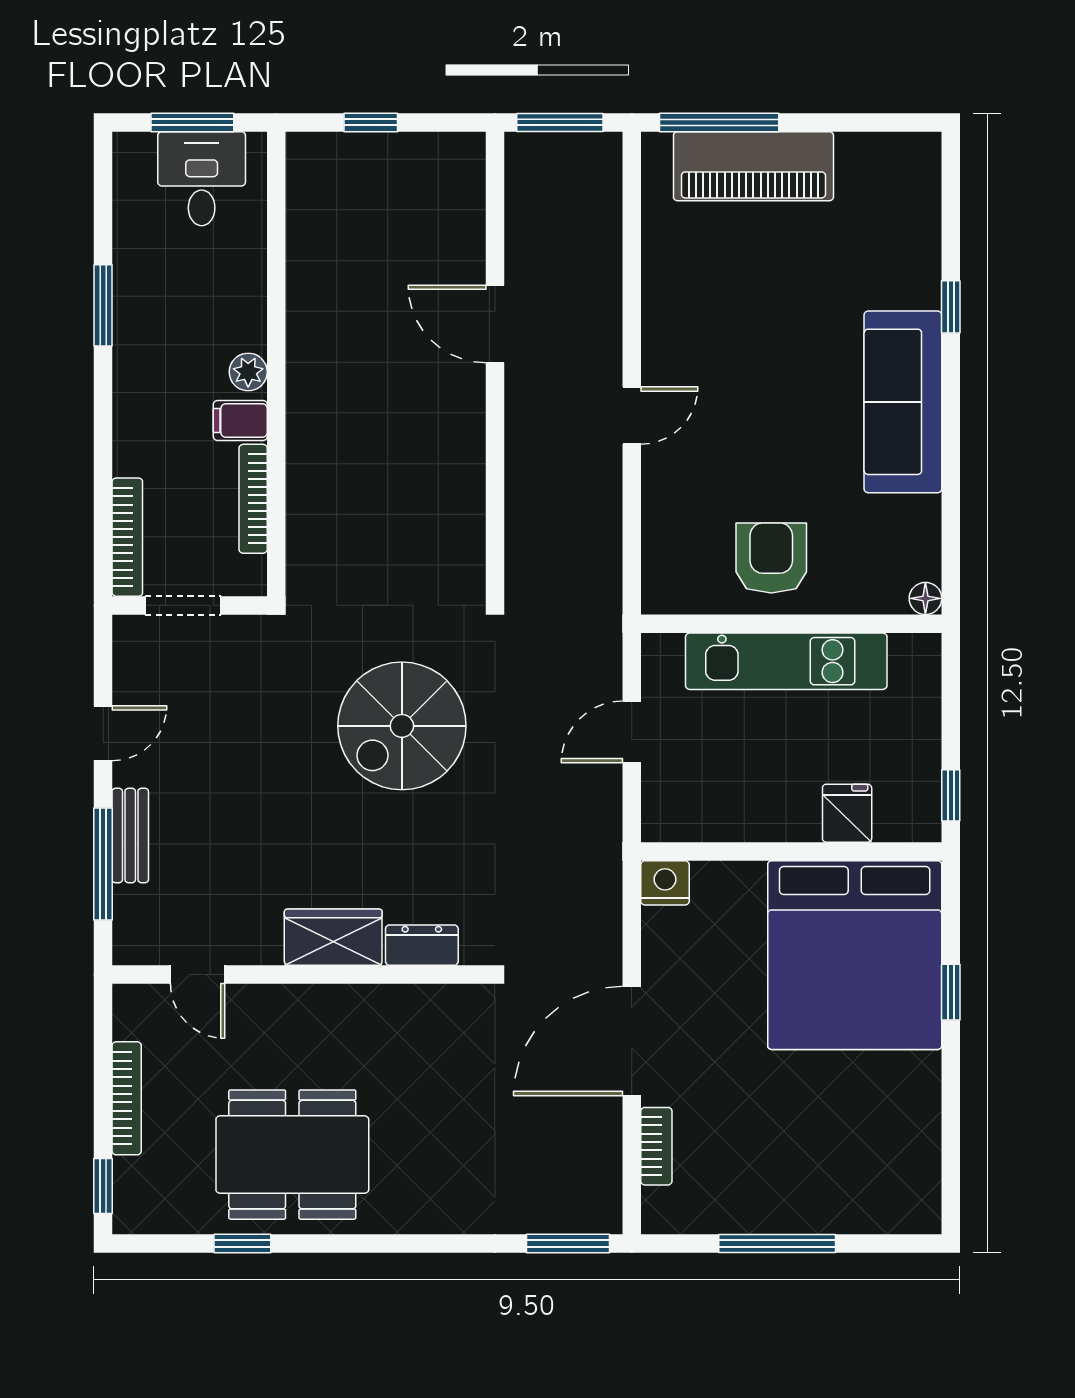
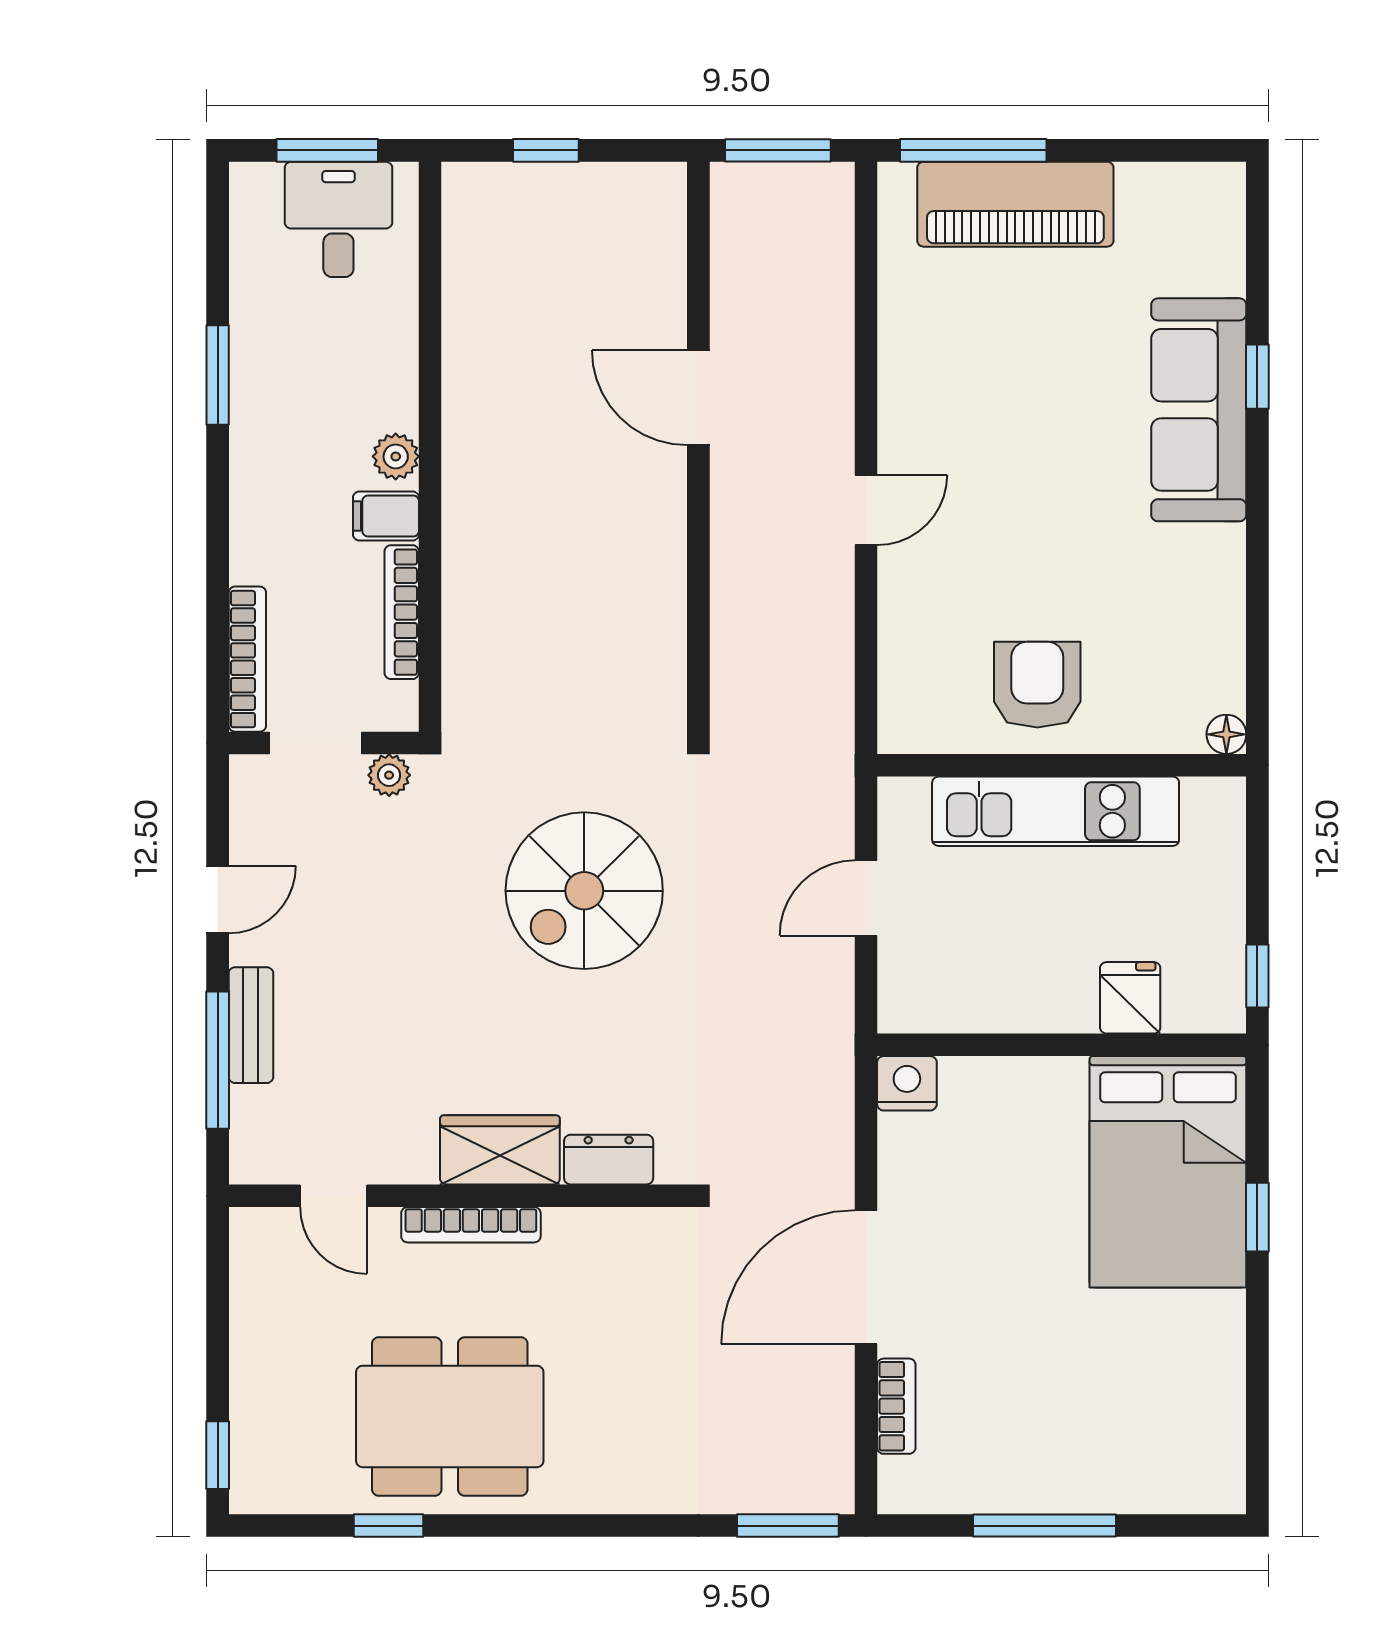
sofa: (903, 402) -> (1199, 410), moved
plant: (243, 632) -> (389, 775), added
bed: (855, 955) -> (1168, 1172), width x0.73
bookcase: (127, 1098) -> (471, 1225), moved, turned 90

